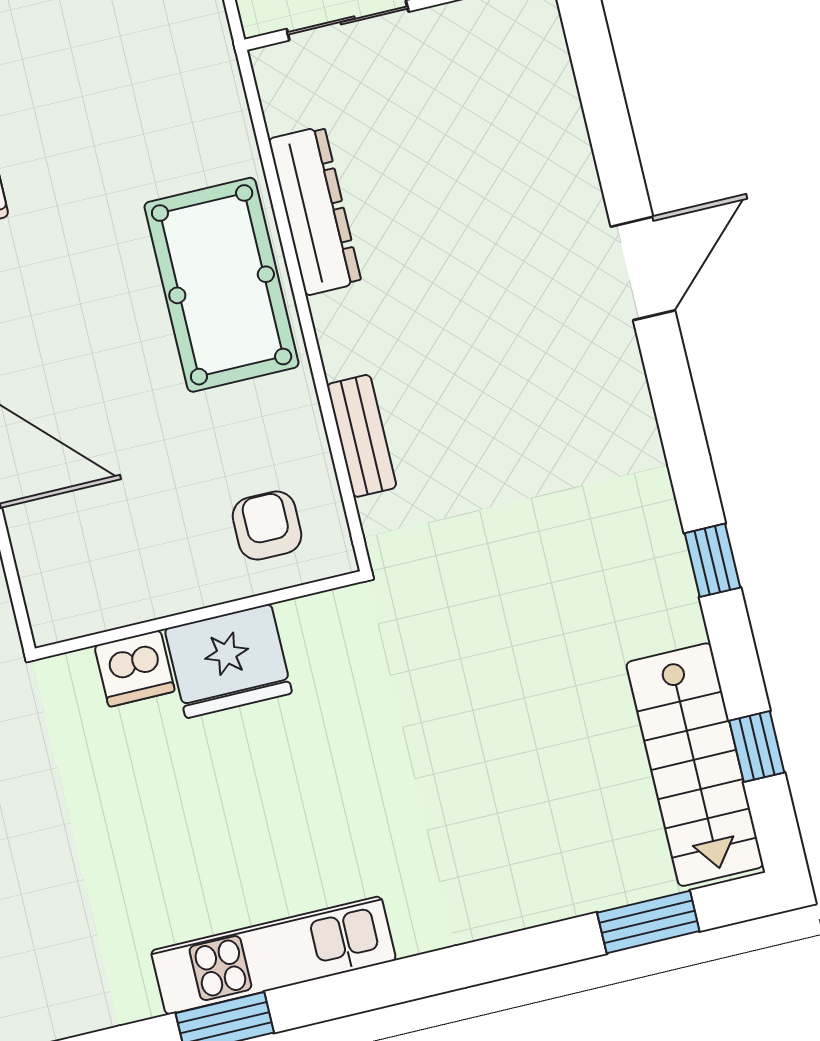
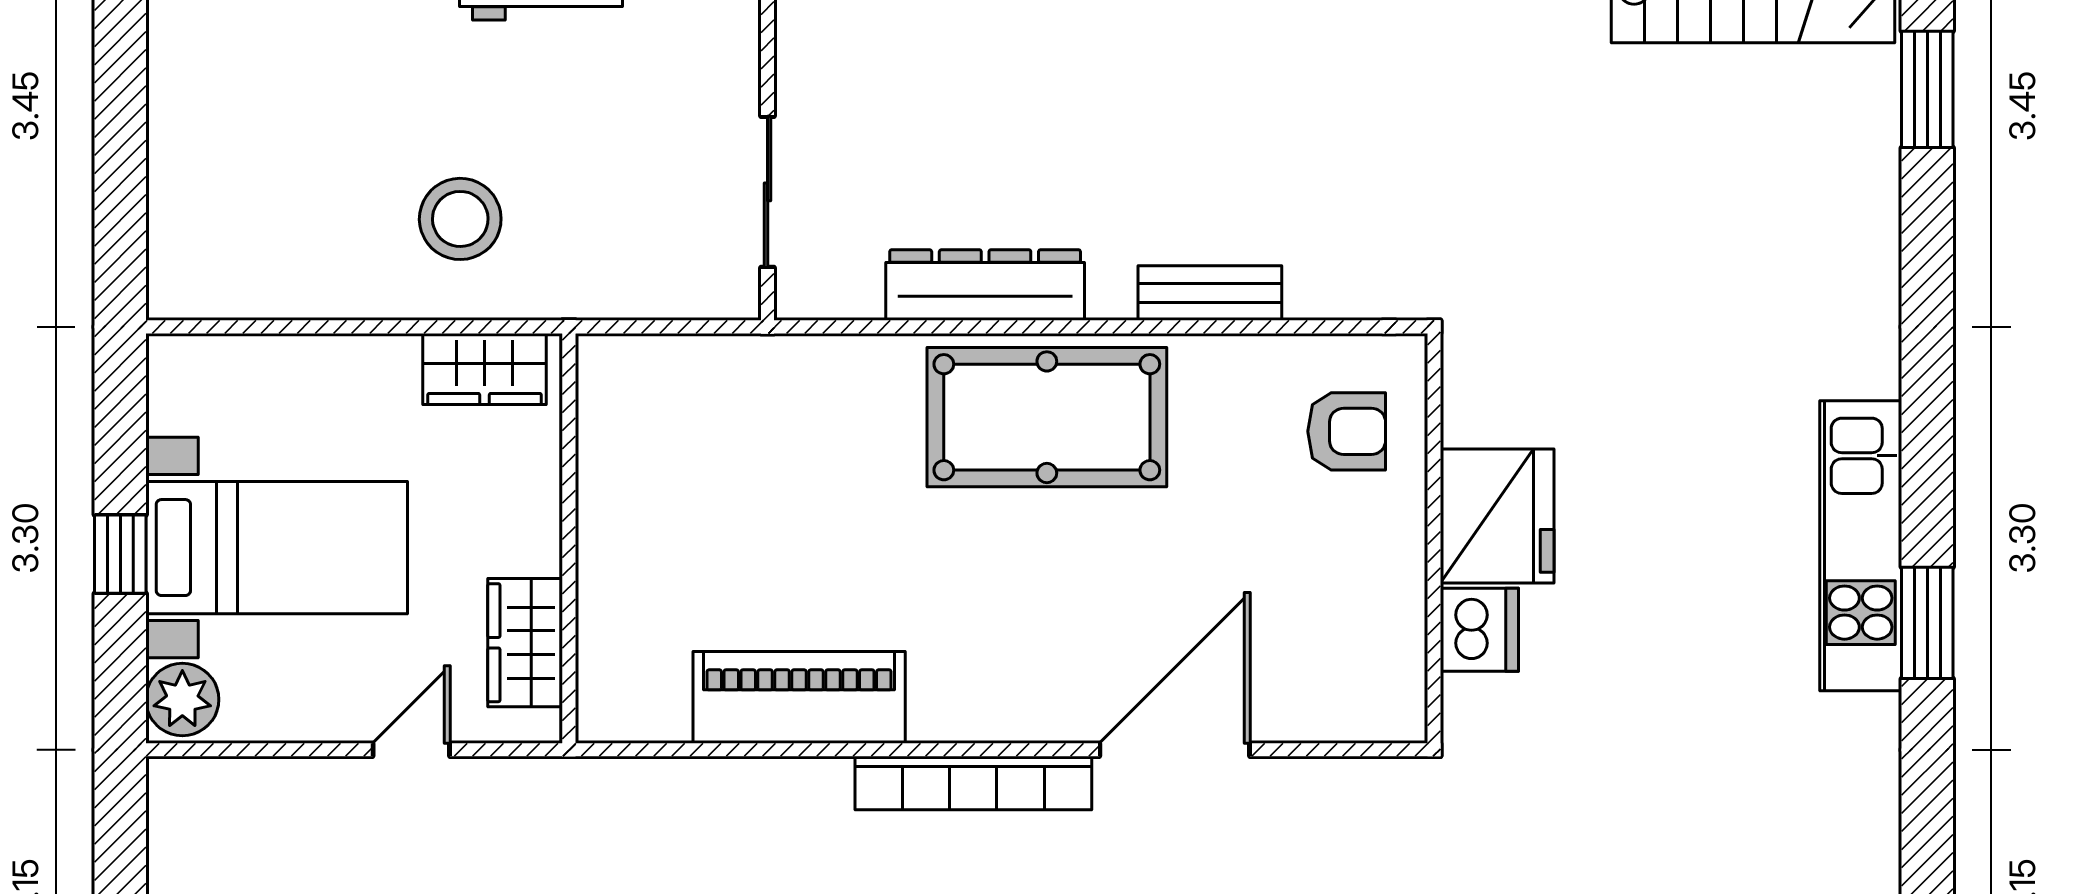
bench: (362, 436) -> (1210, 293), moved
armchair: (267, 526) -> (1347, 431), turned 180

